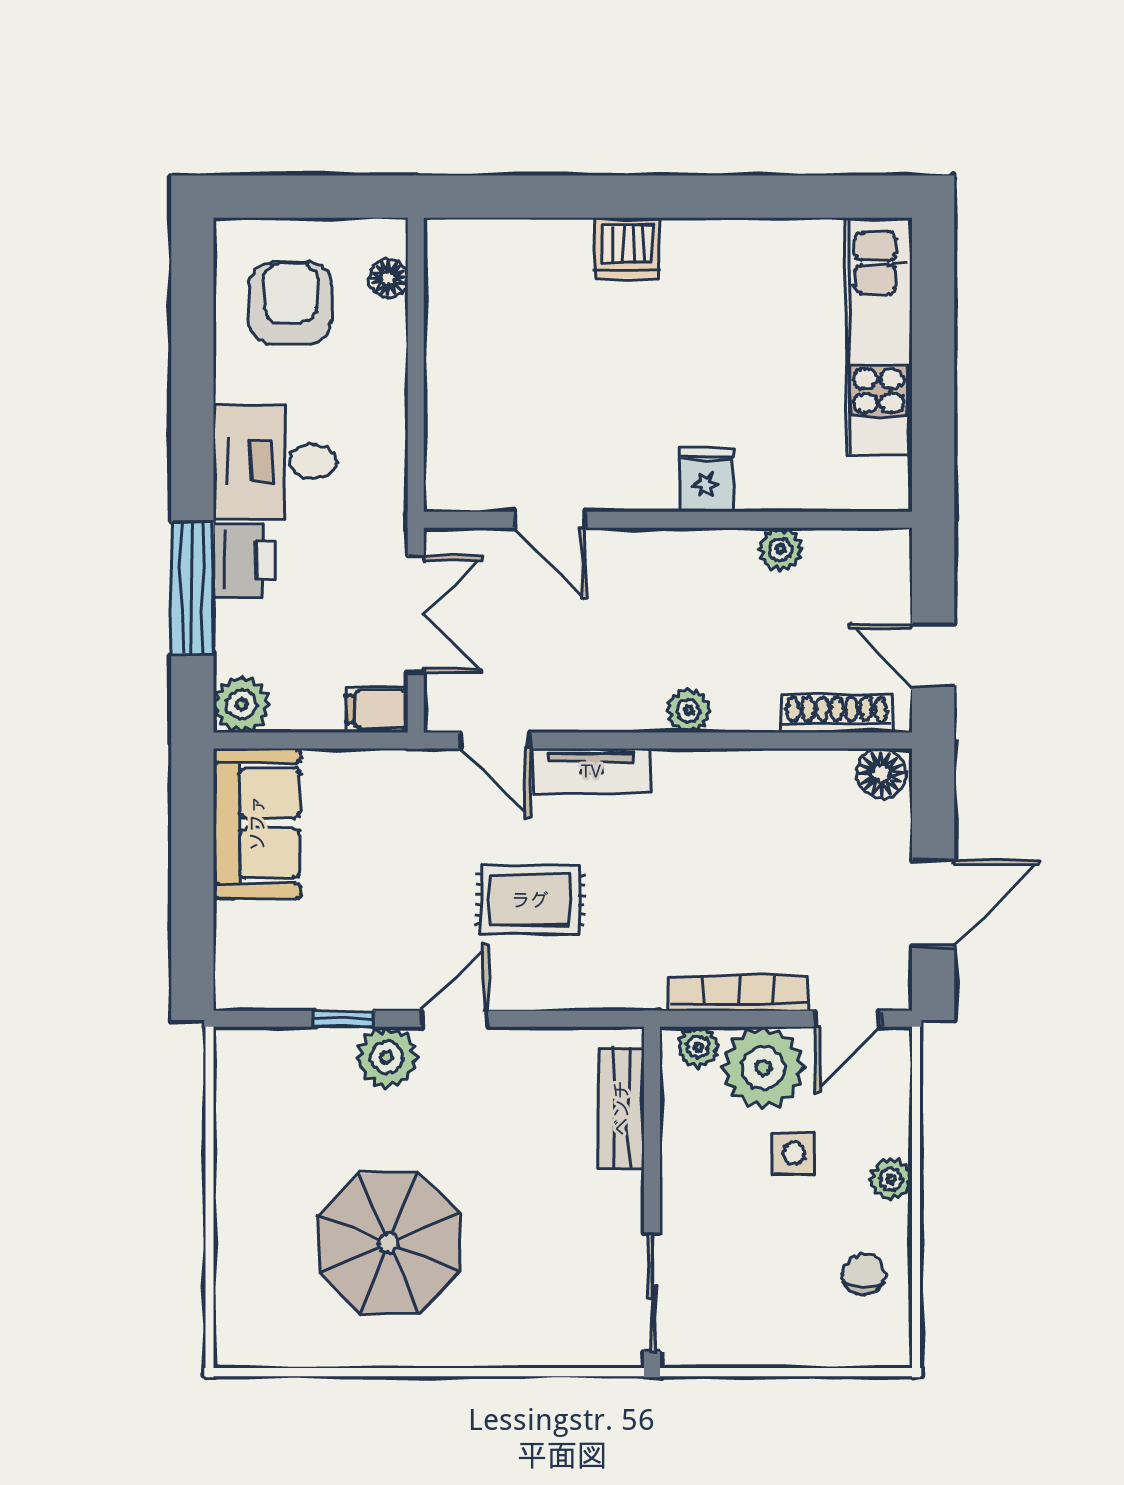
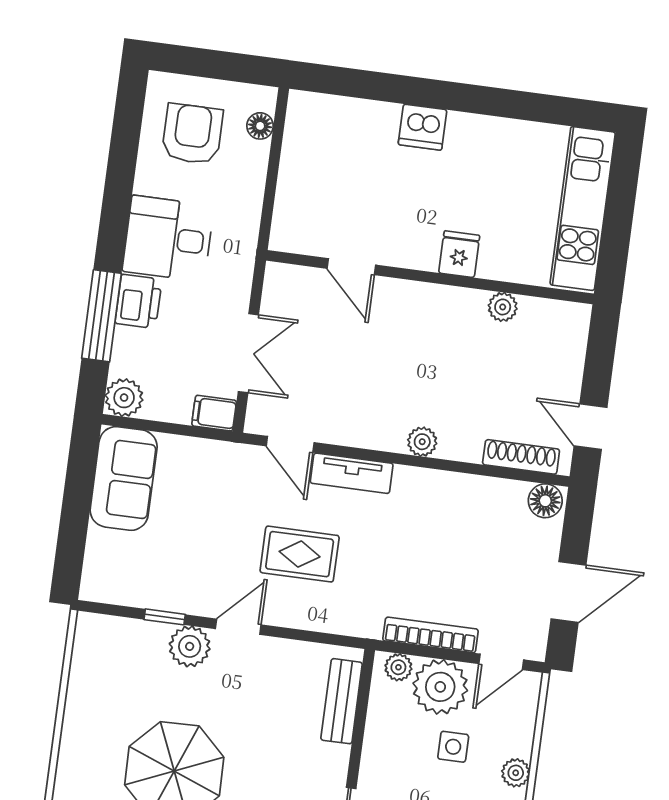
fridge: (706, 480) -> (459, 254), moved
door: (550, 520) -> (351, 267), moved
wall: (668, 520) -> (430, 277), moved
plant: (780, 549) -> (503, 307), moved

